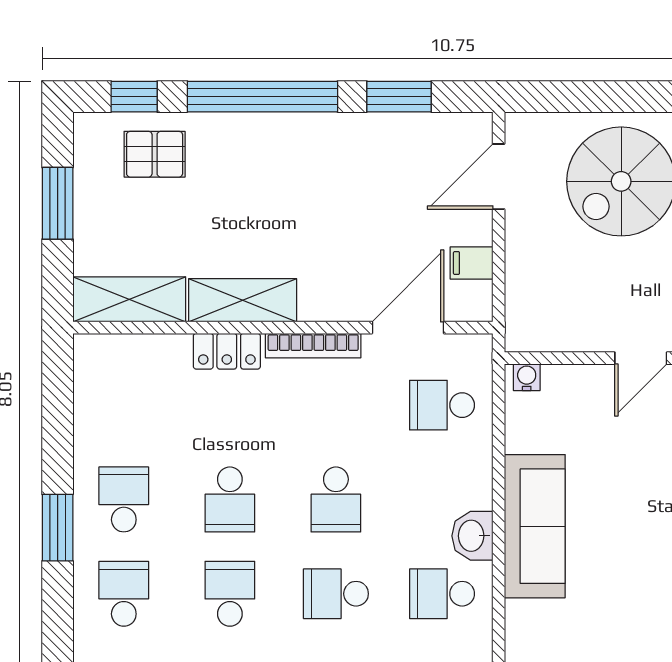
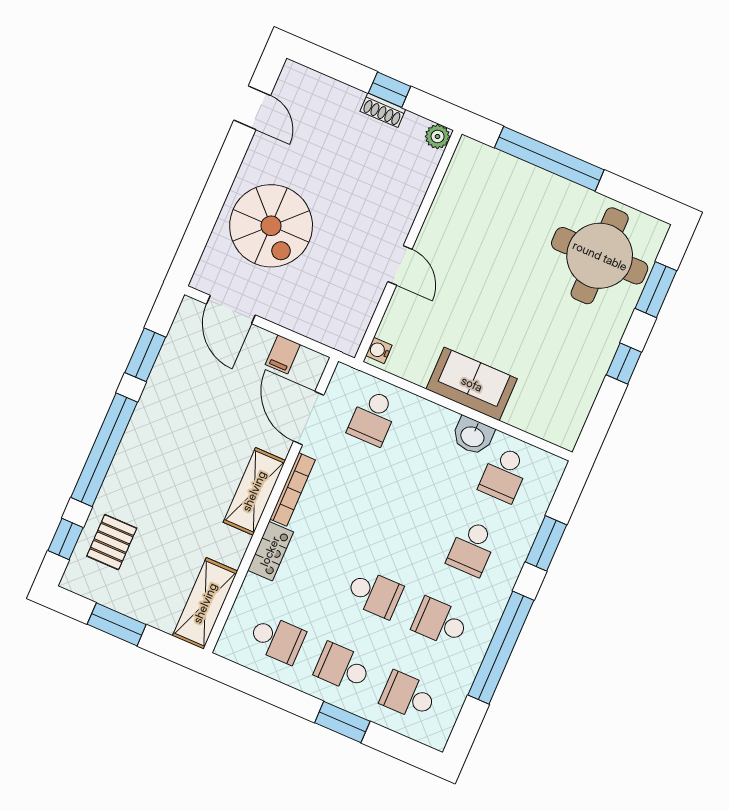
shelving: (243, 300) -> (254, 491), moved
school desk: (336, 499) -> (277, 639), moved
sofa: (535, 526) -> (472, 384), width x0.73

